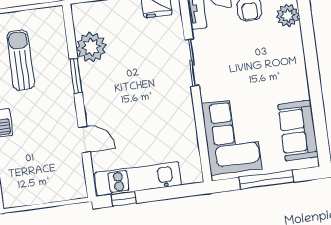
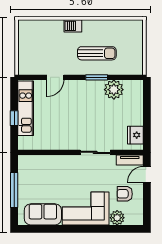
sun lounger: (21, 60) -> (97, 53), moved
corner sofa: (232, 136) -> (86, 208), moved, turned 180
window: (124, 199) -> (14, 118), moved

